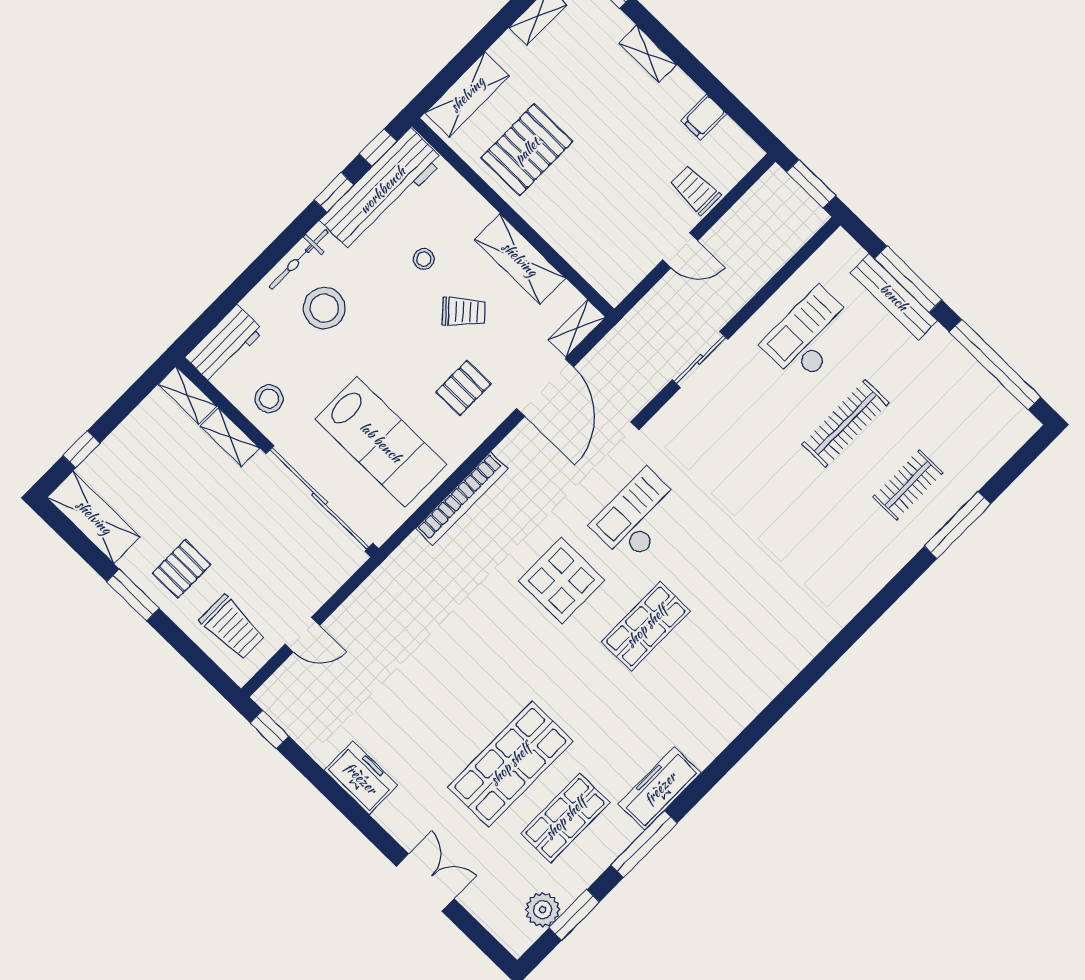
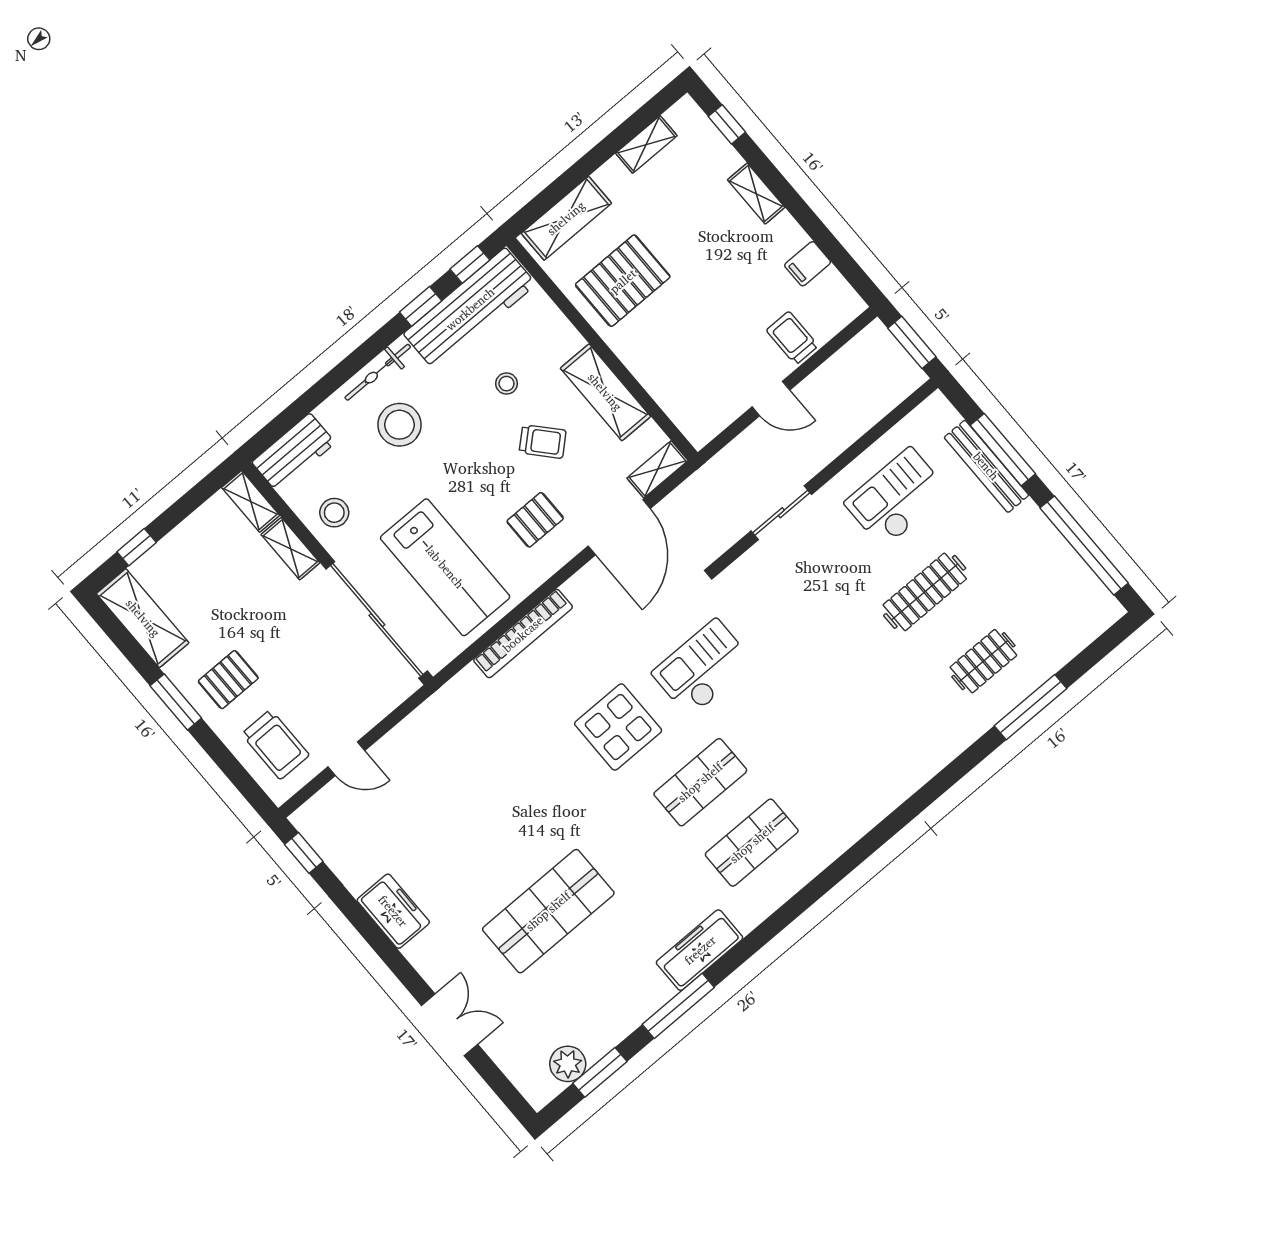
shop shelf: (565, 818) -> (752, 843), moved

